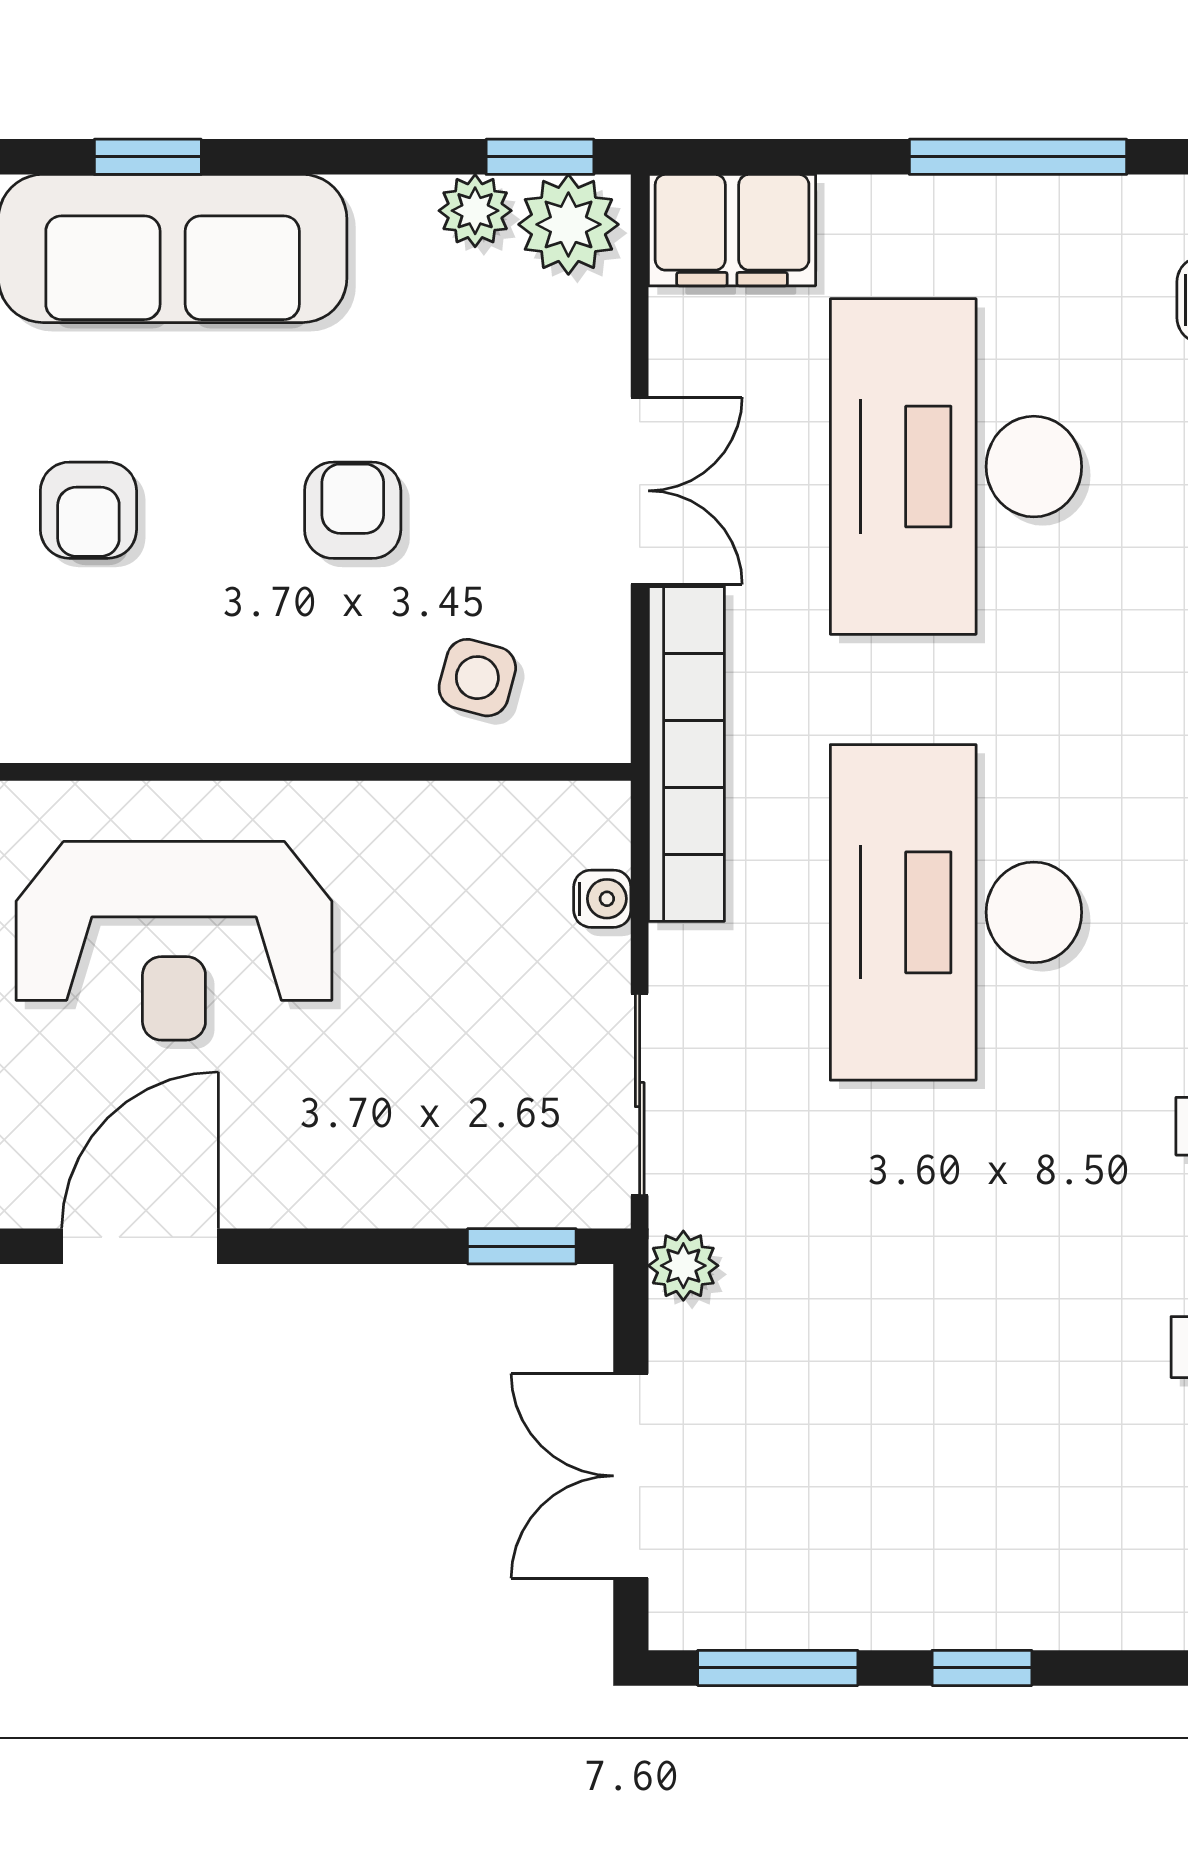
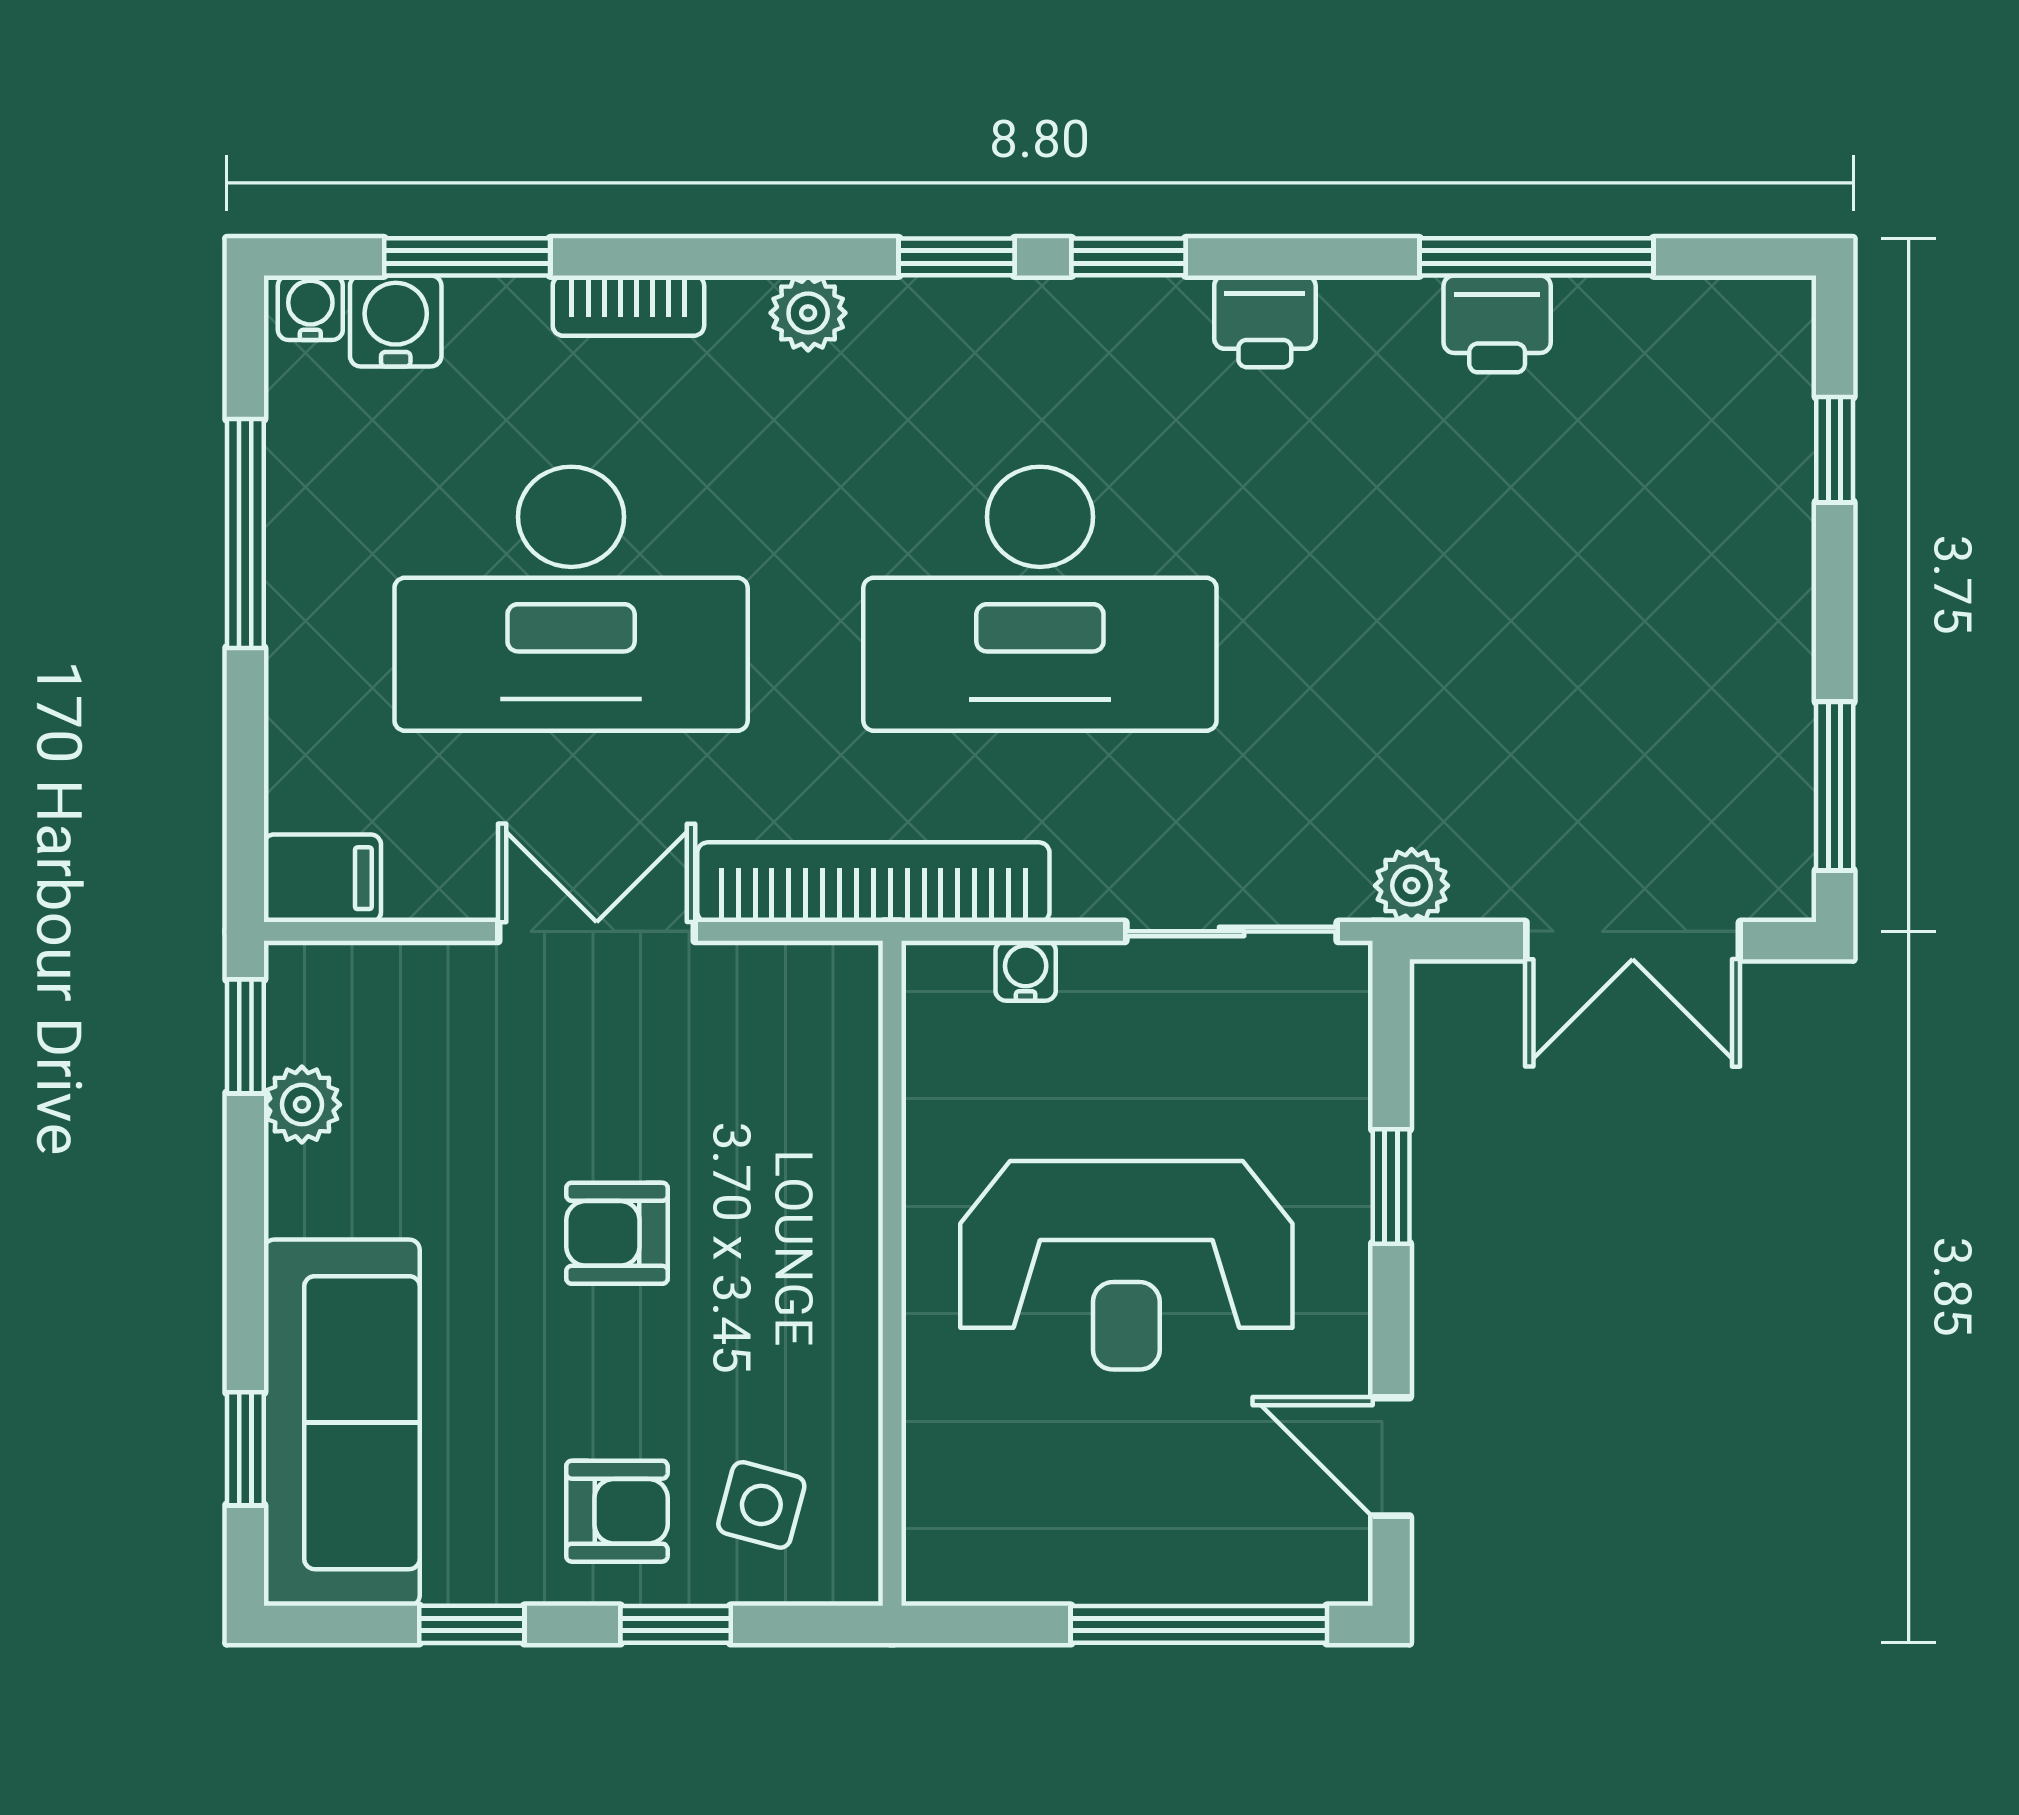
plant: (568, 224) -> (316, 1006), removed
filing cabinet: (732, 230) -> (322, 878), width x0.50
side table: (477, 678) -> (761, 1505), moved
reception desk: (174, 941) -> (1126, 1265), moved, turned 90
door: (140, 1246) -> (1391, 1457), width x0.73
window: (522, 1246) -> (1391, 1186), moved
window: (982, 1668) -> (1835, 450), moved

